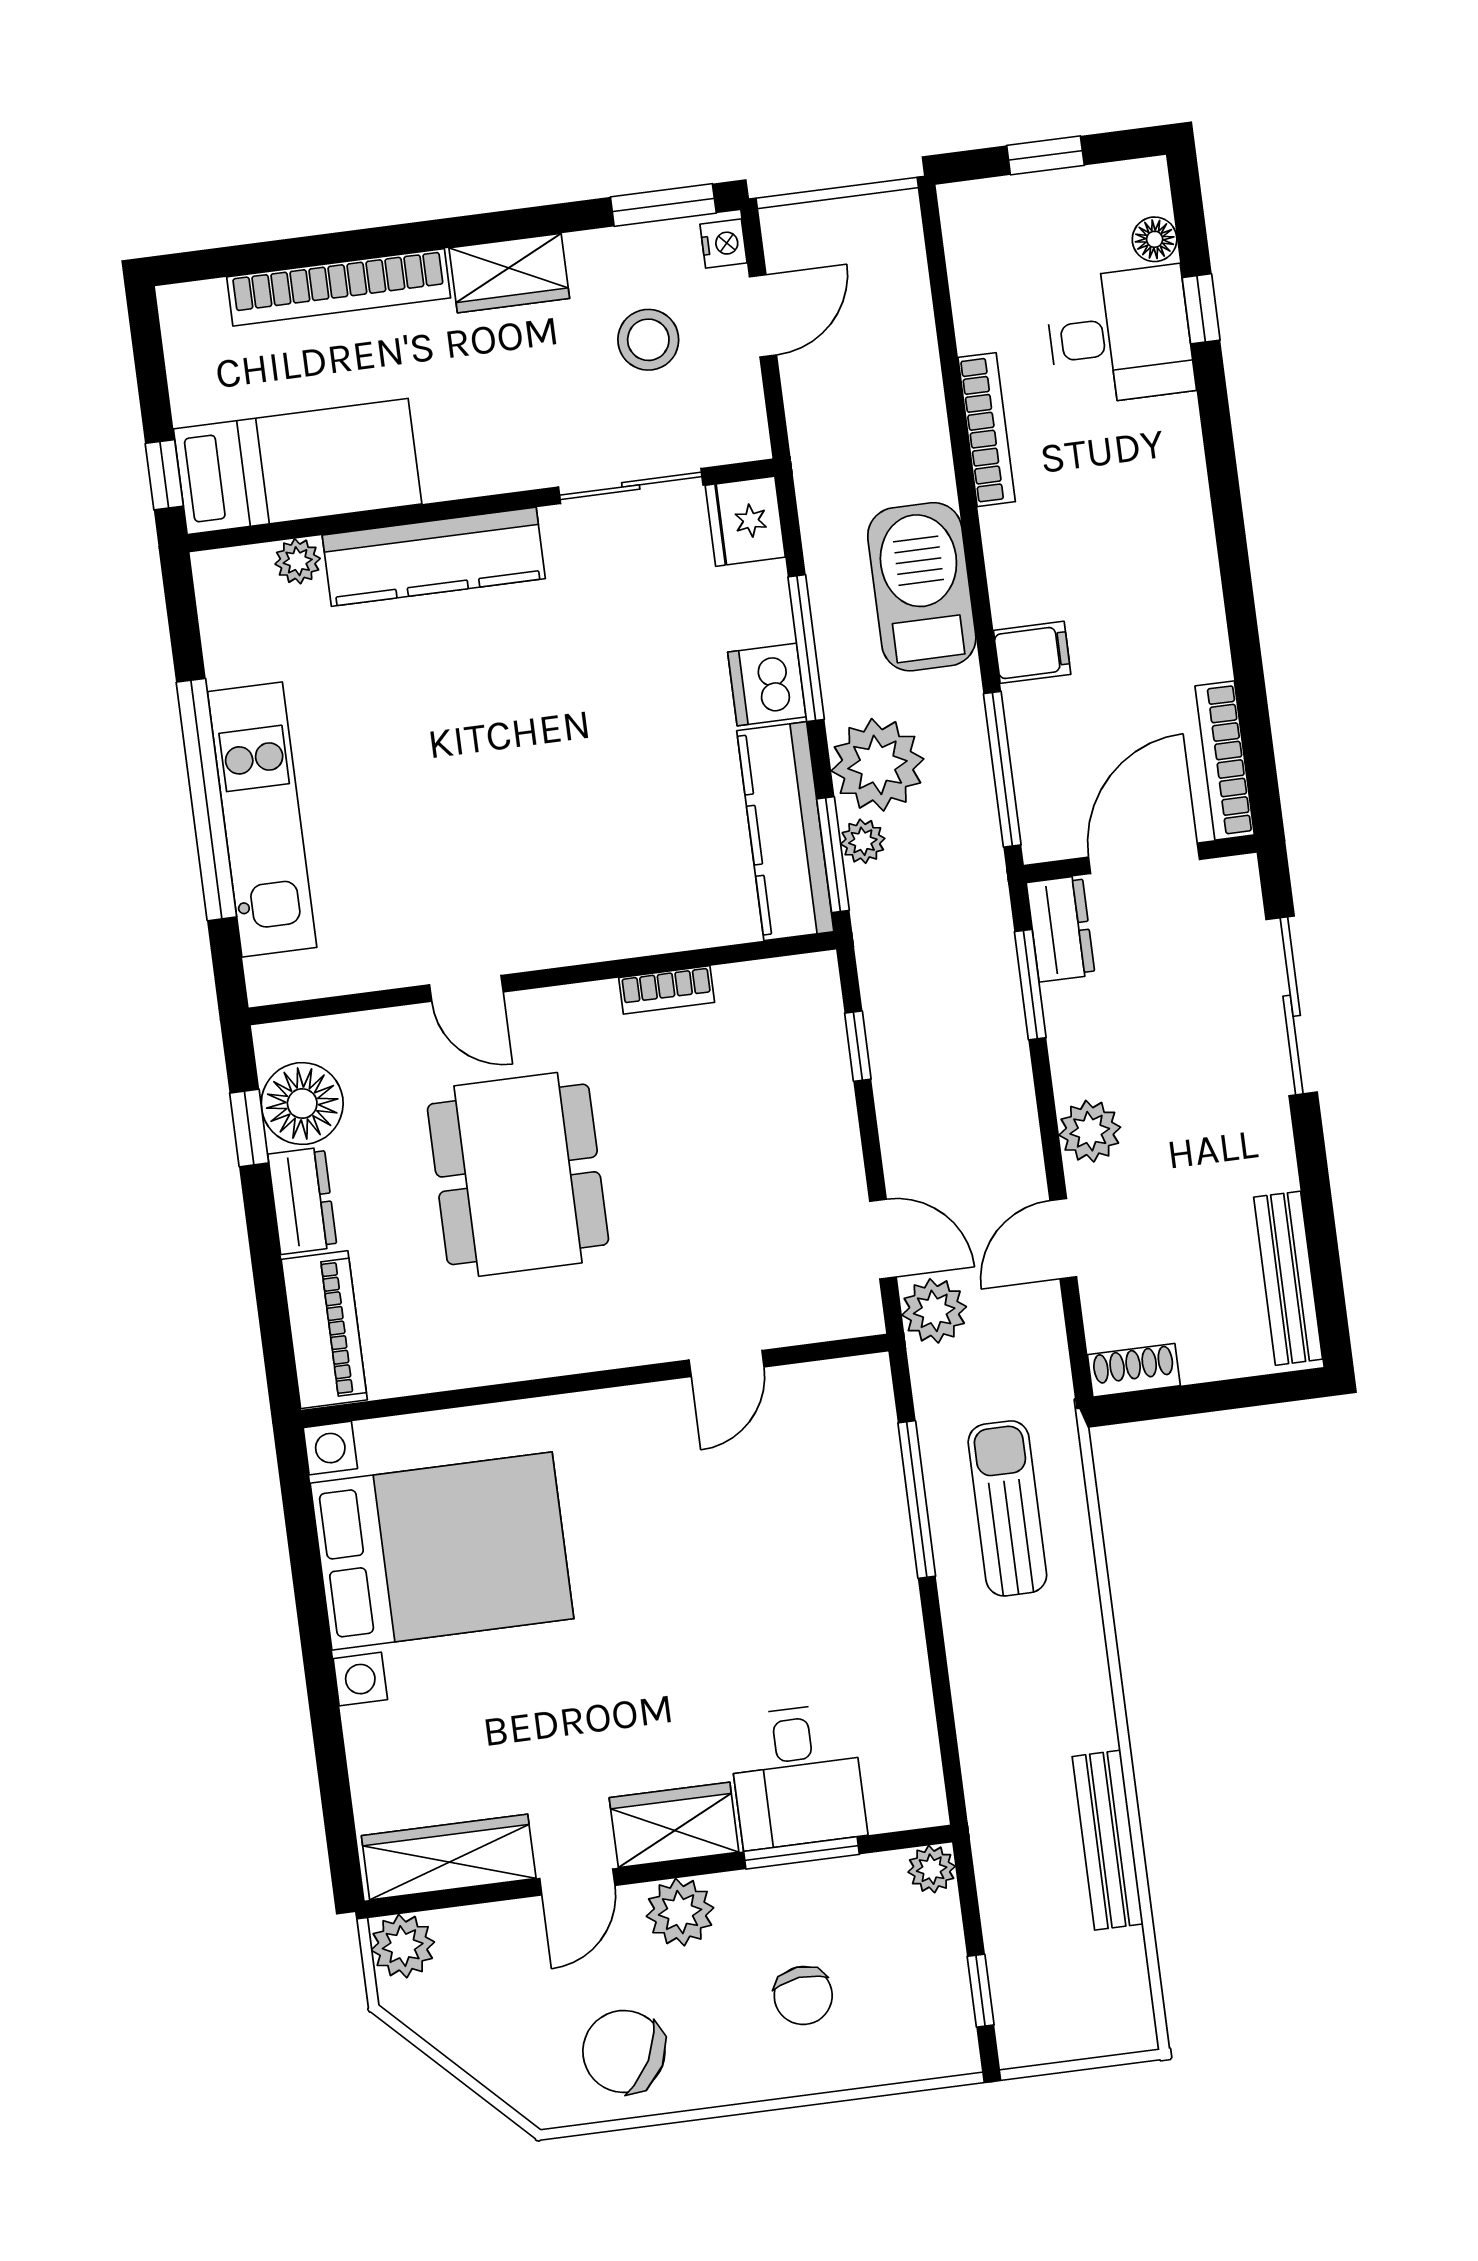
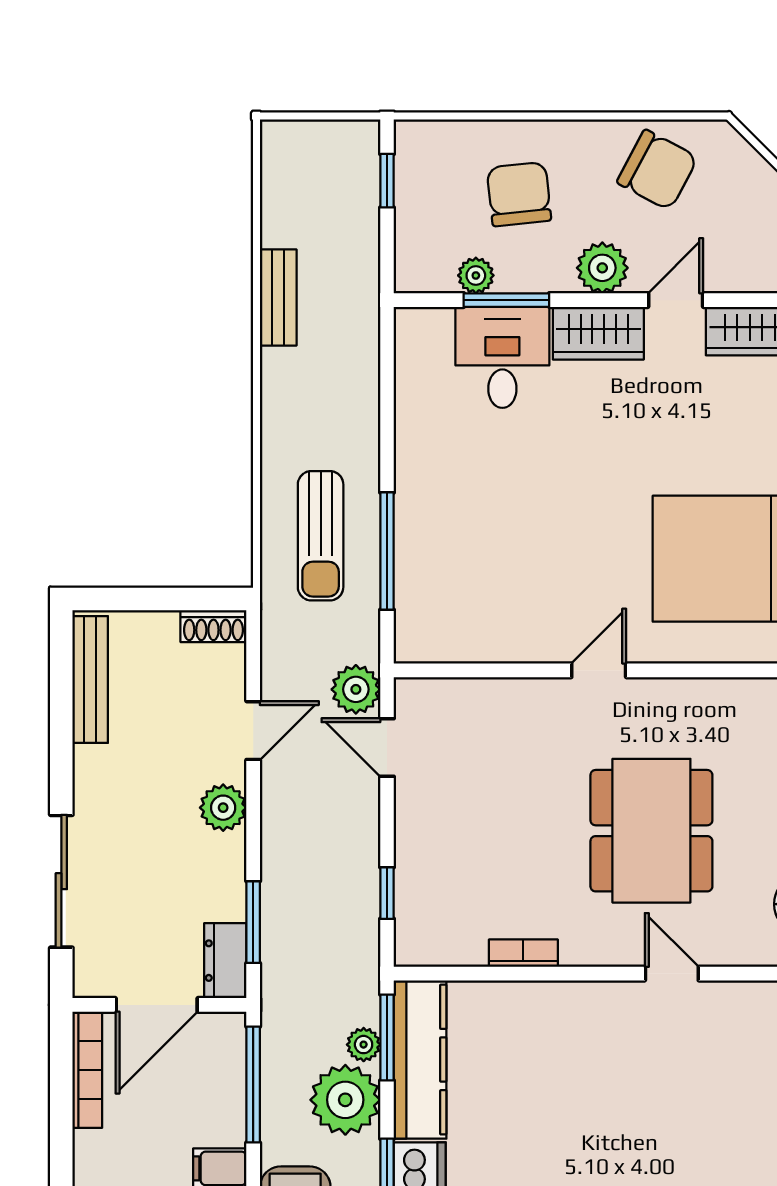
door: (727, 1363) -> (599, 670), moved
bench: (1108, 1840) -> (278, 297), width x0.73
plant: (932, 1869) -> (476, 275), moved
chair: (803, 1996) -> (519, 194), width x1.37, depth x1.37

